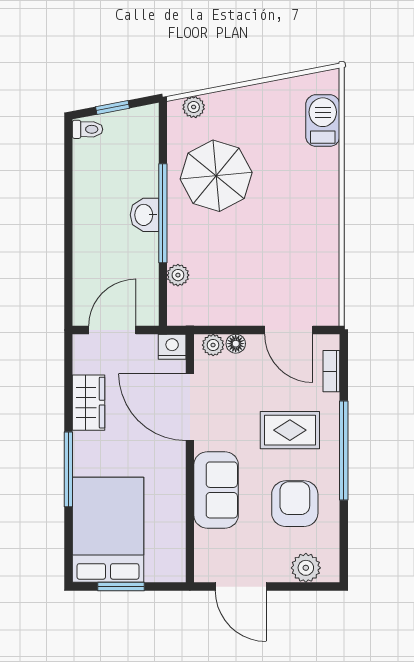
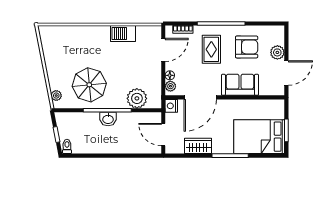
barbecue: (323, 121) -> (123, 34), moved
plant: (178, 275) -> (137, 98), width x1.88, depth x1.88
armchair: (295, 504) -> (247, 47), turned 180
plant: (306, 568) -> (277, 52), moved

